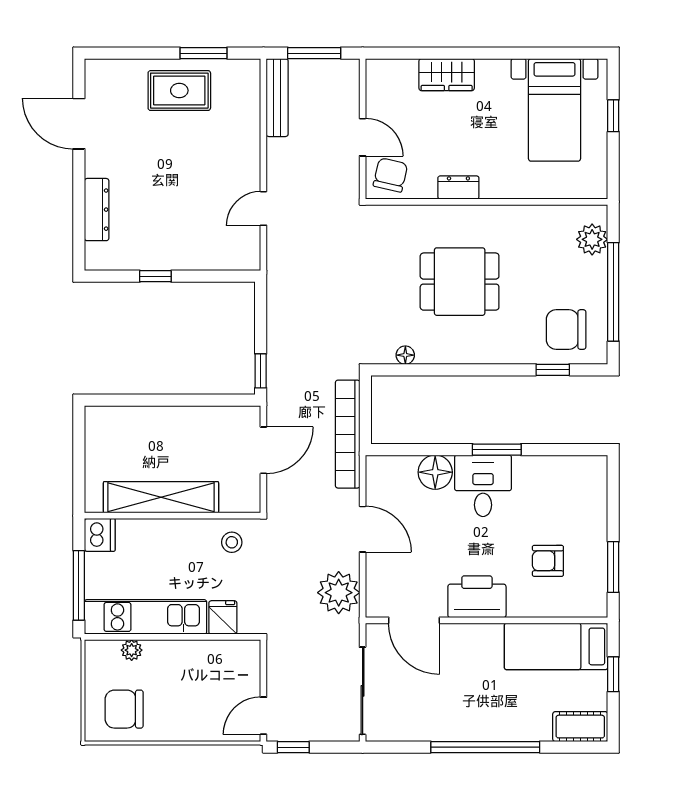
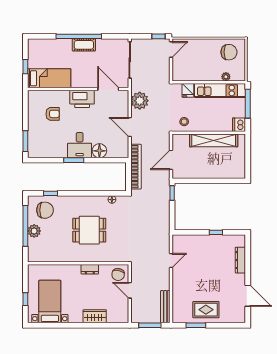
plant: (592, 239) -> (34, 231), moved
window: (613, 567) -> (25, 141), moved
cot: (580, 727) -> (84, 45), moved

